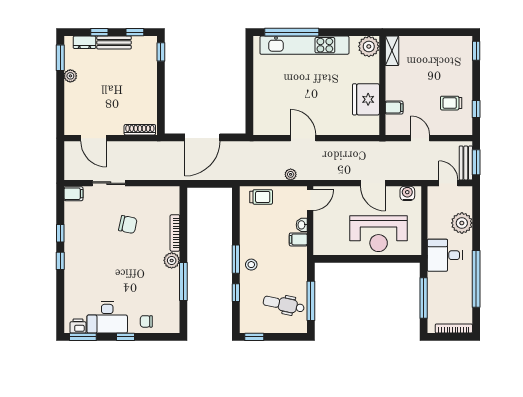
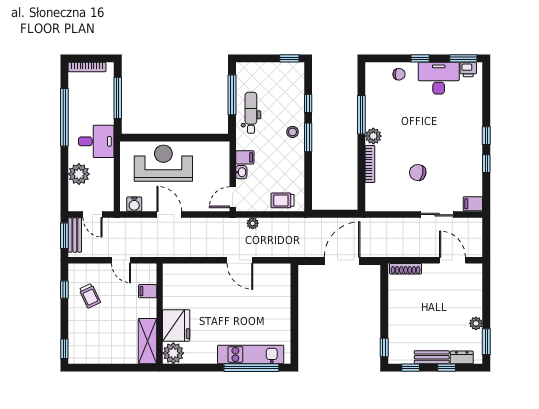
kitchen unit: (304, 45) -> (251, 354), width x0.73
shelving: (392, 51) -> (147, 341), width x1.50, depth x1.33
fridge: (366, 99) -> (176, 325), moved
trolley: (451, 103) -> (90, 296), turned 65
dental chair: (284, 304) -> (251, 113), moved, turned -102

